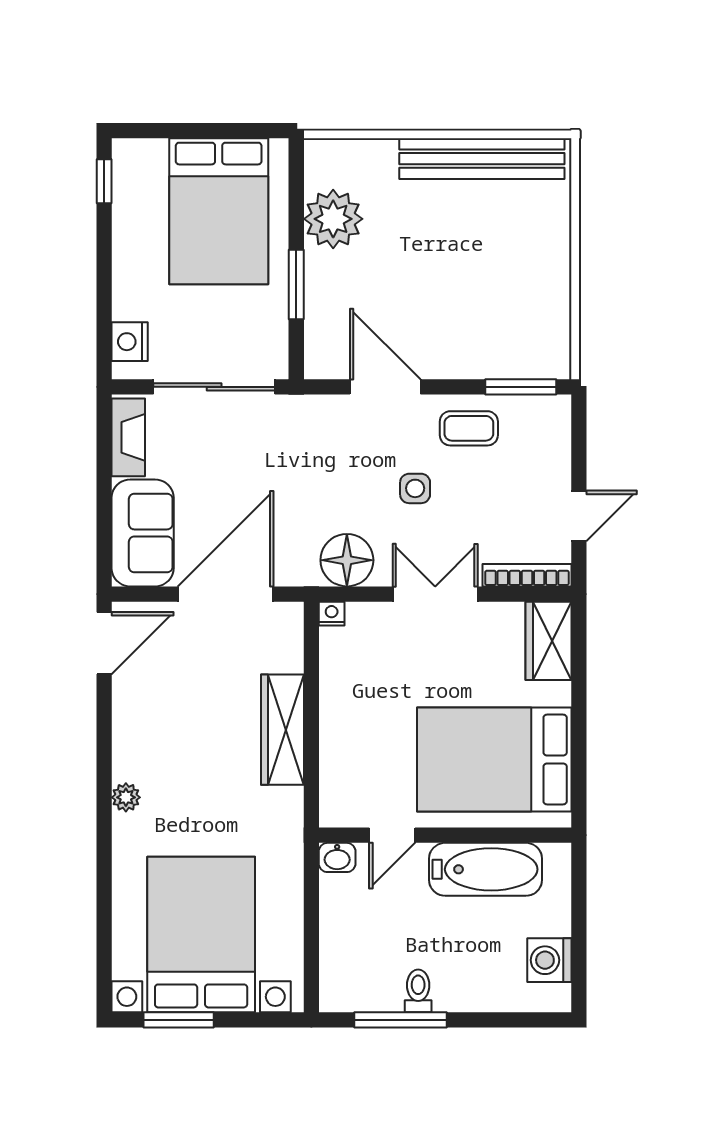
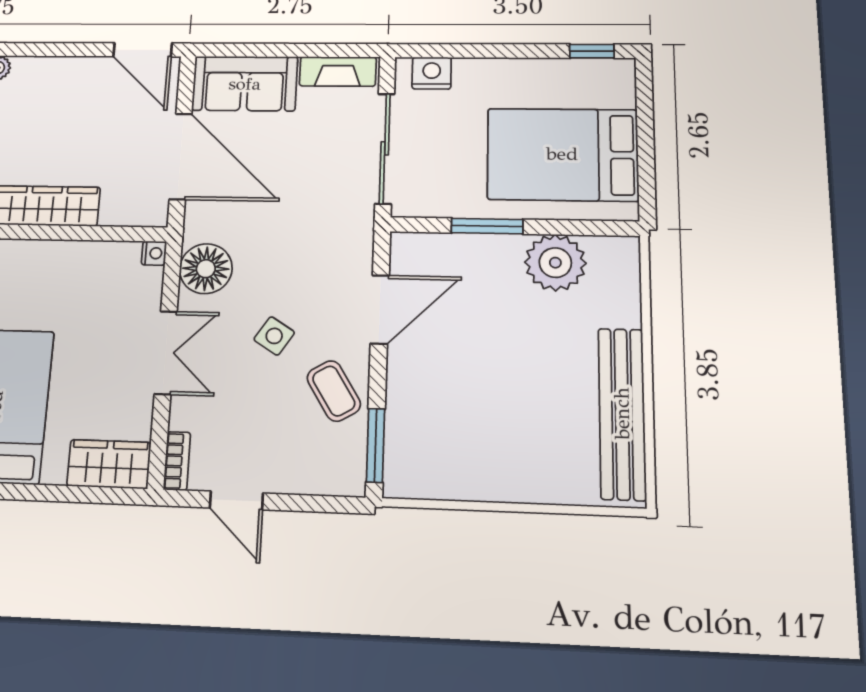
coffee table: (469, 428) -> (334, 391), turned -31
side table: (415, 488) -> (274, 336), turned 33
bookcase: (527, 575) -> (177, 461), width x0.64

